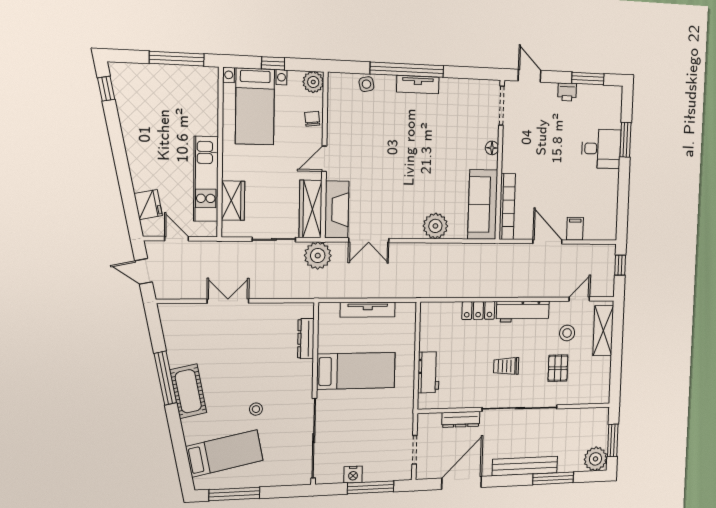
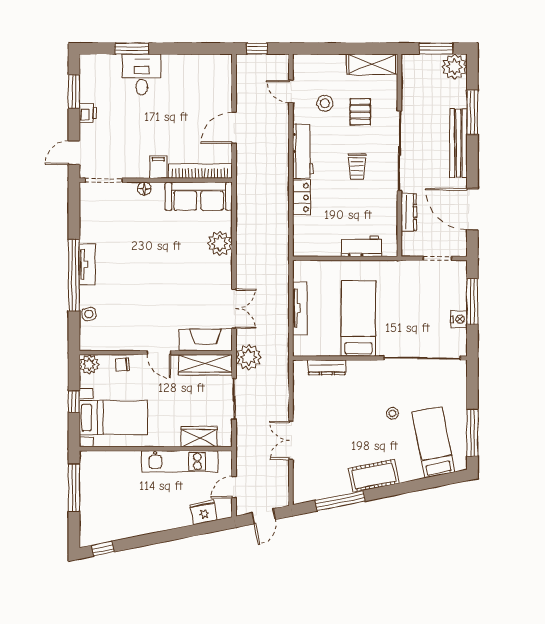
filing cabinet: (575, 229) -> (158, 167), moved, turned 90
shelving: (603, 331) -> (372, 64), moved
pallet: (558, 368) -> (360, 112), turned 90
window: (165, 378) -> (340, 501), moved

